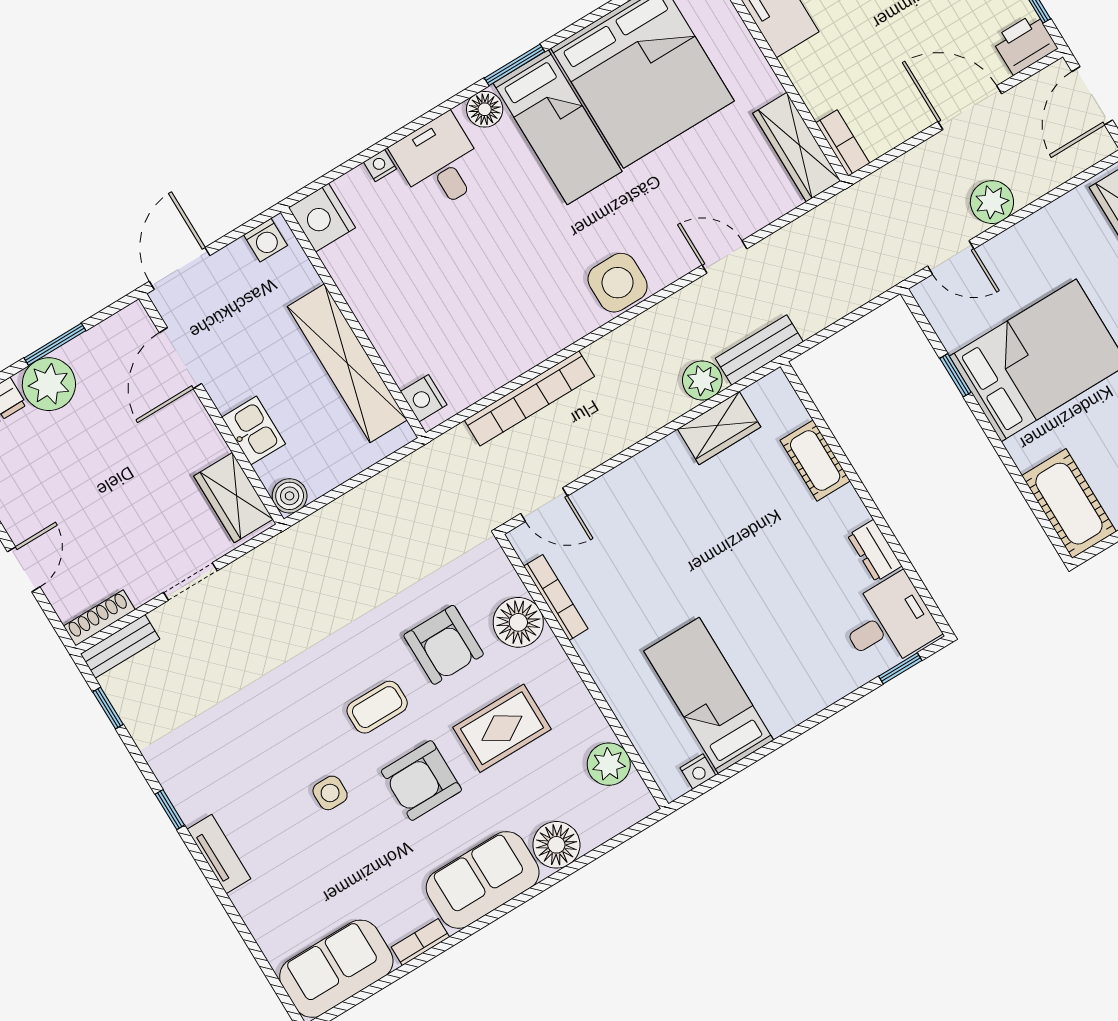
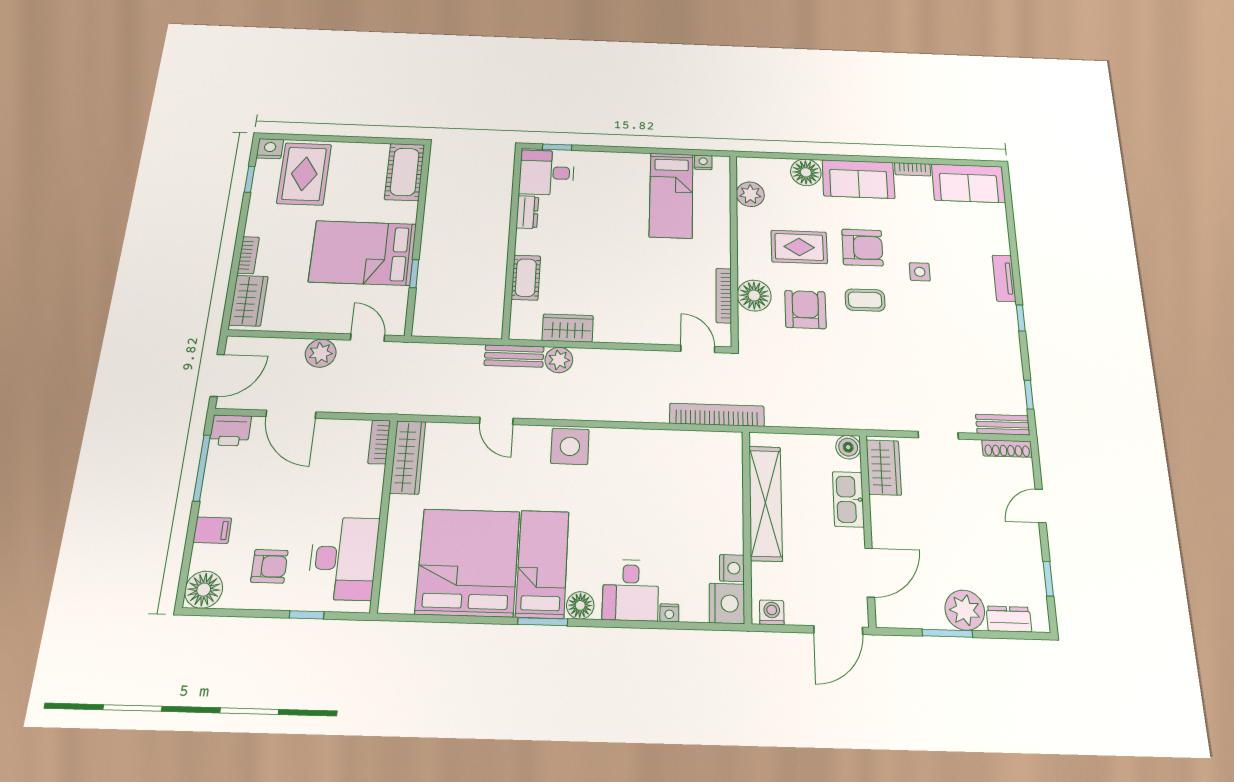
nightstand: (424, 398) -> (732, 568), moved
bookcase: (529, 398) -> (717, 415), moved
kitchen sink: (254, 431) -> (848, 499), width x1.38

